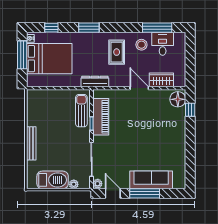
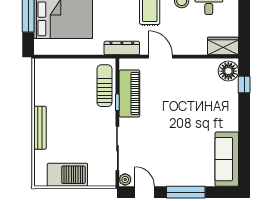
wardrobe: (161, 80) -> (223, 46), moved
door: (139, 88) -> (160, 57), moved
sofa: (151, 180) -> (227, 159), moved, turned -90
plant: (74, 184) -> (95, 180), removed

